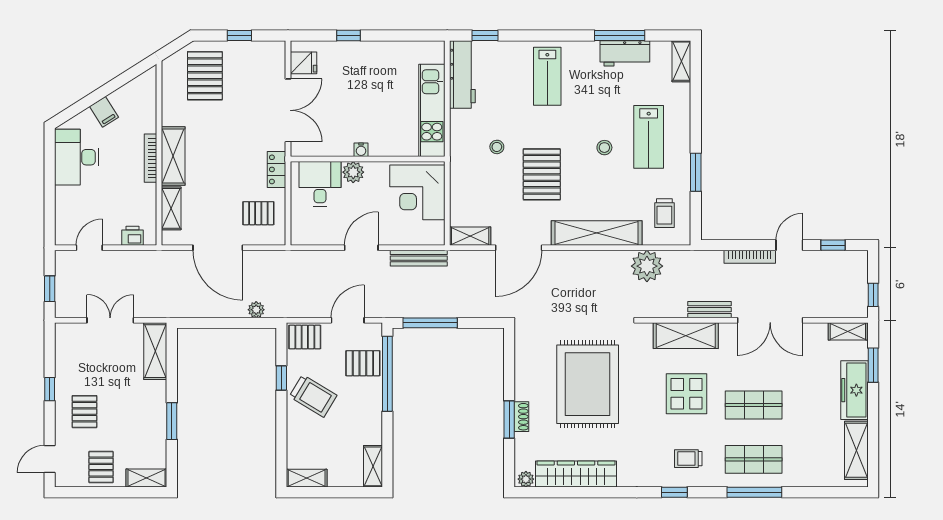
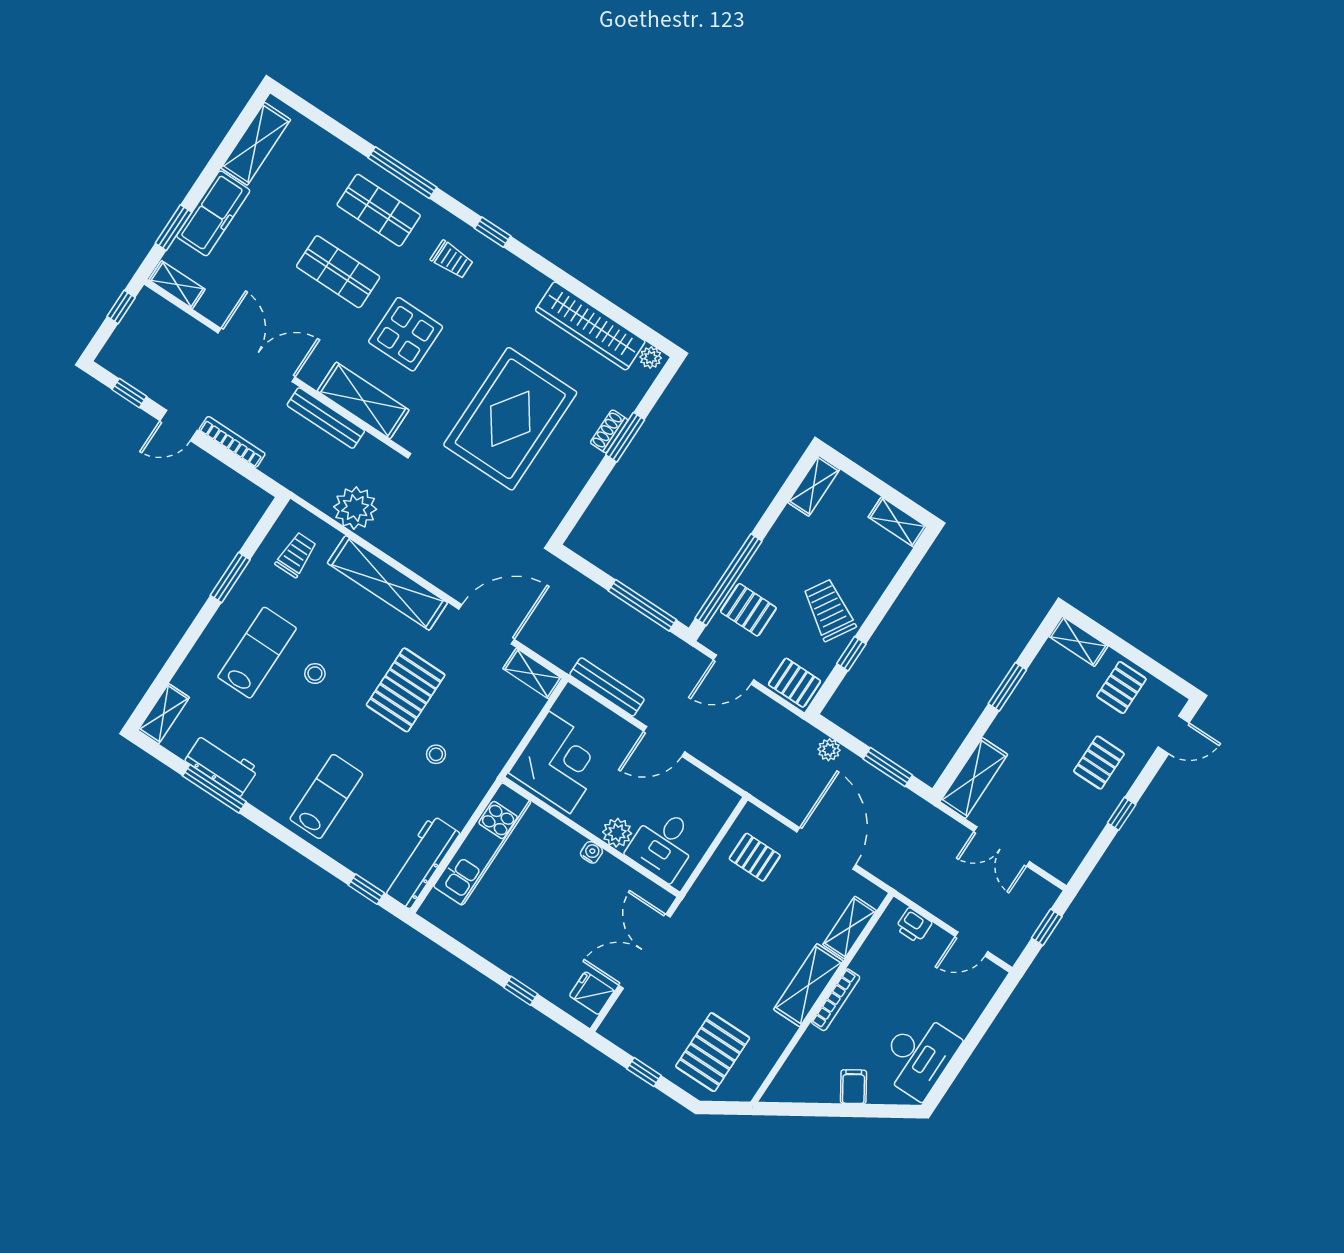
locker: (276, 169) -> (702, 893), removed
bench: (710, 310) -> (326, 418), width x1.36
window: (213, 323) -> (888, 767), added

